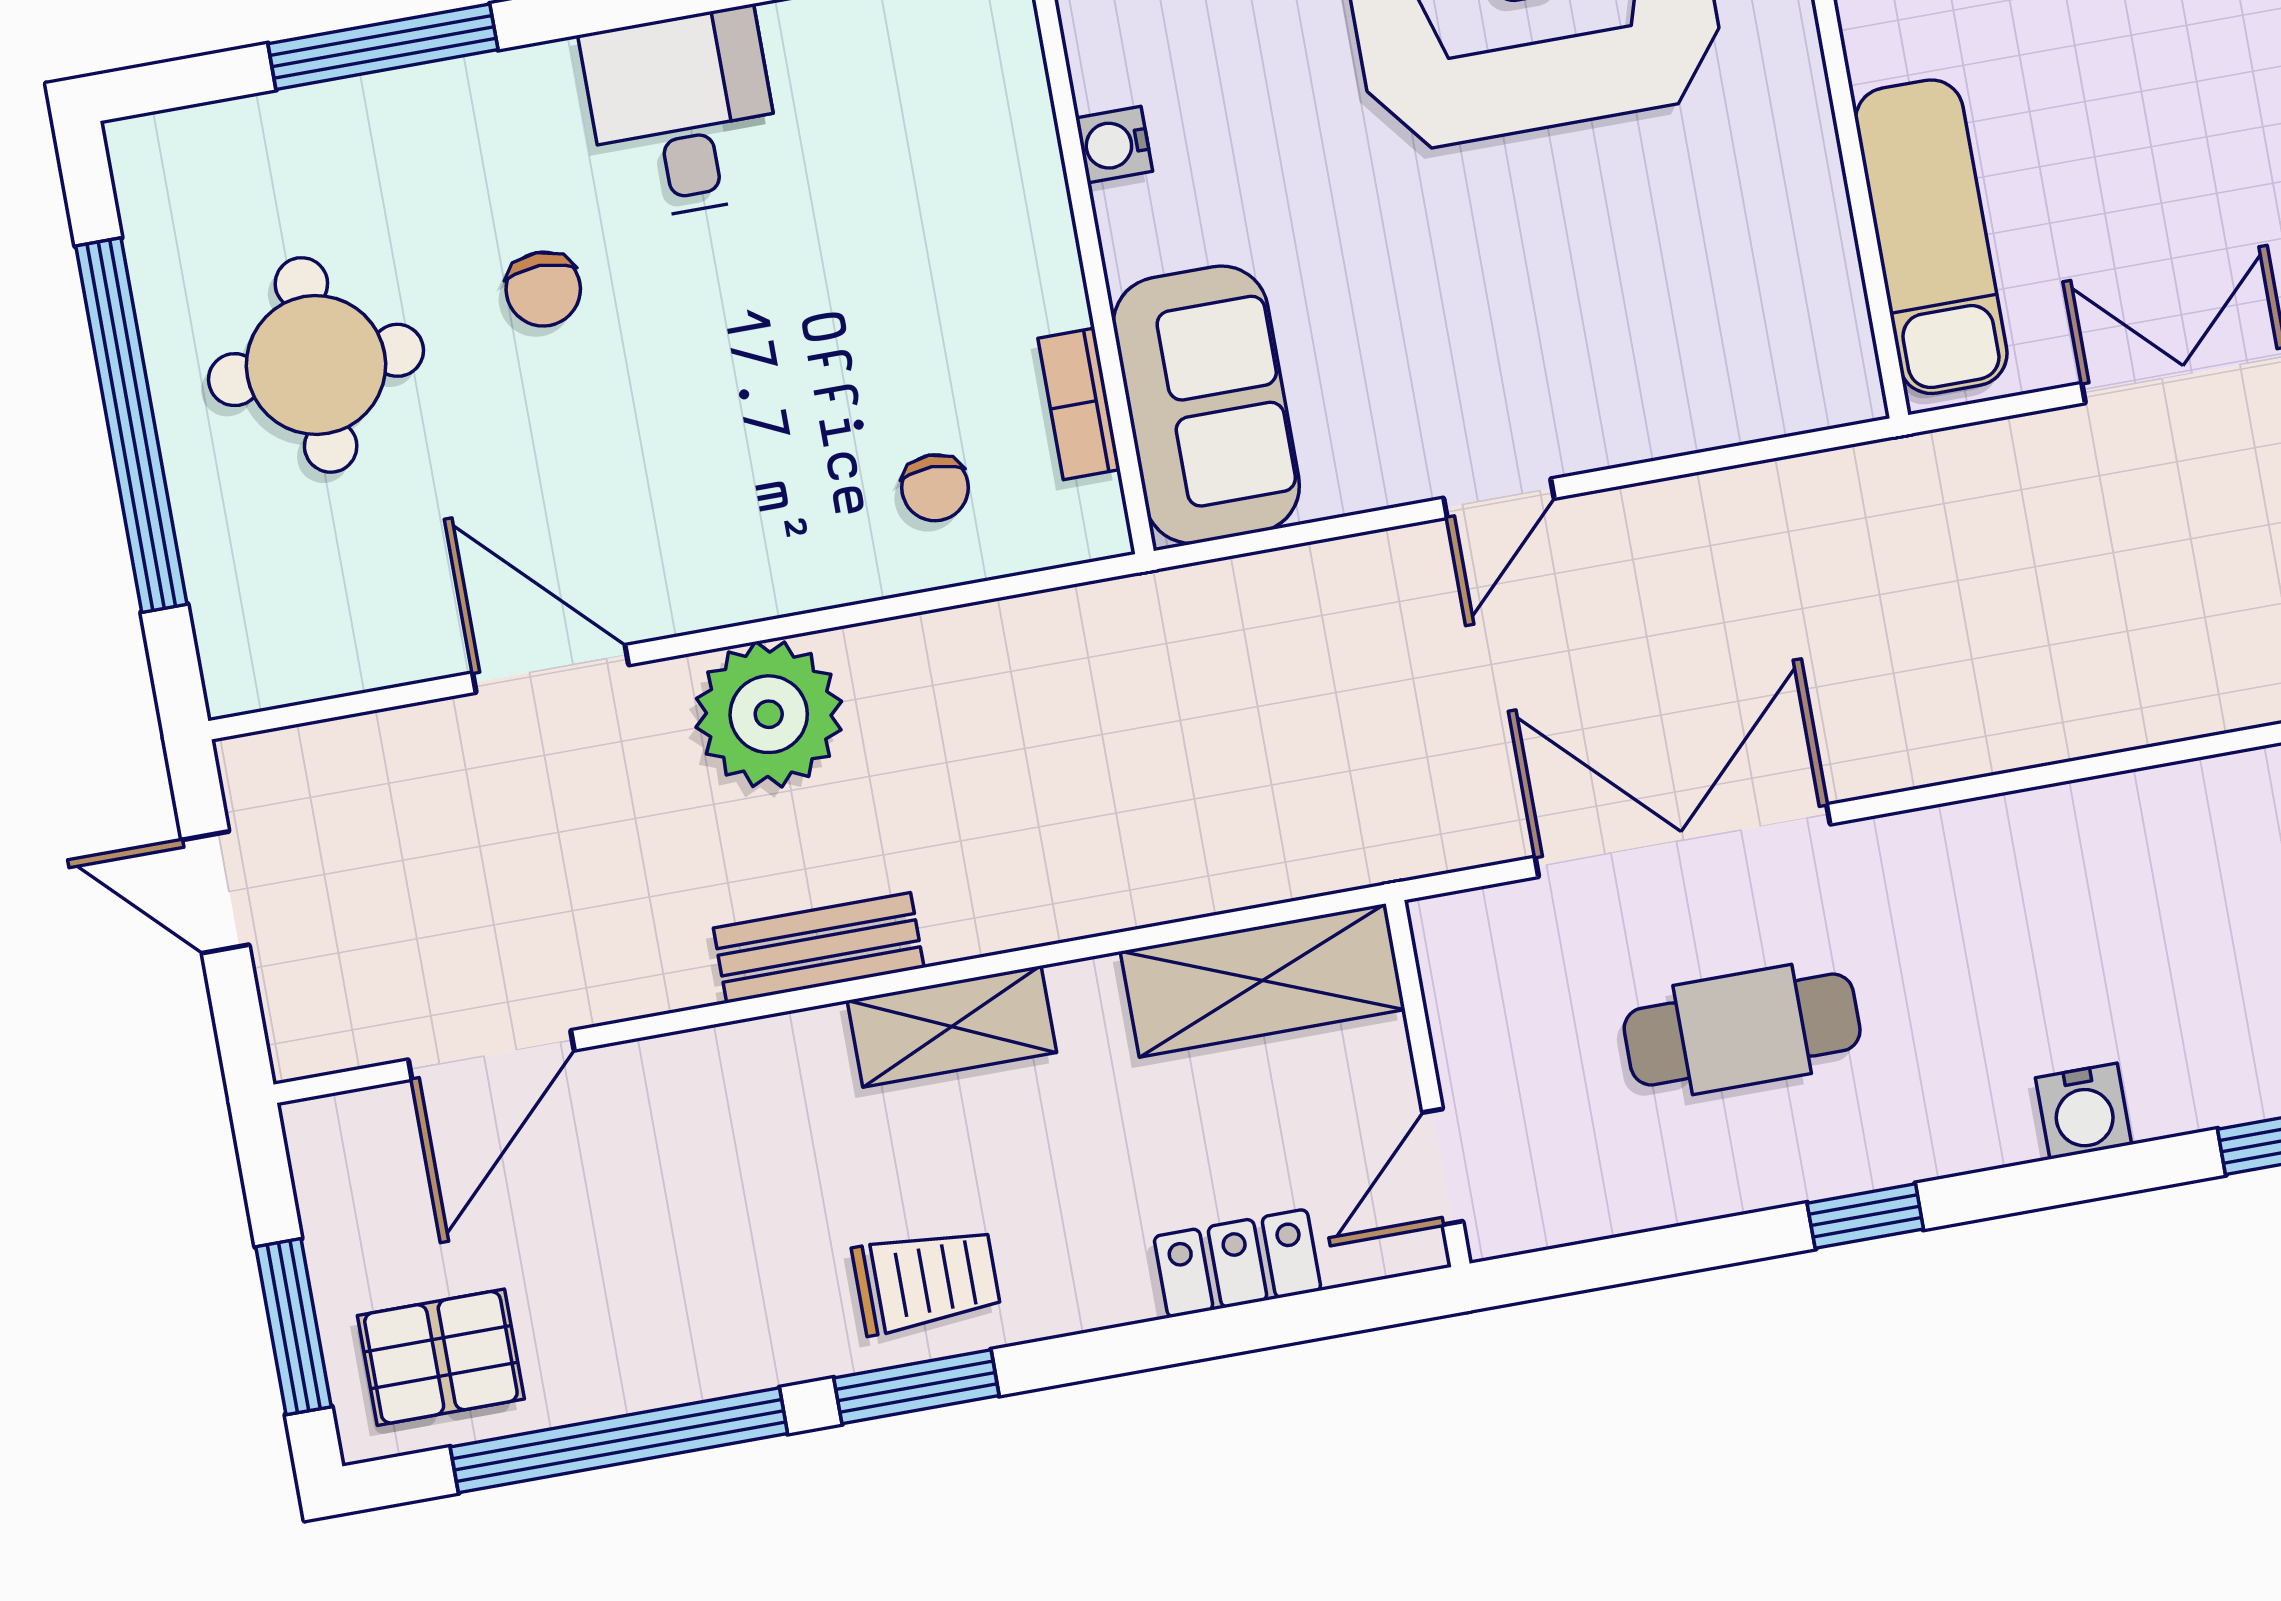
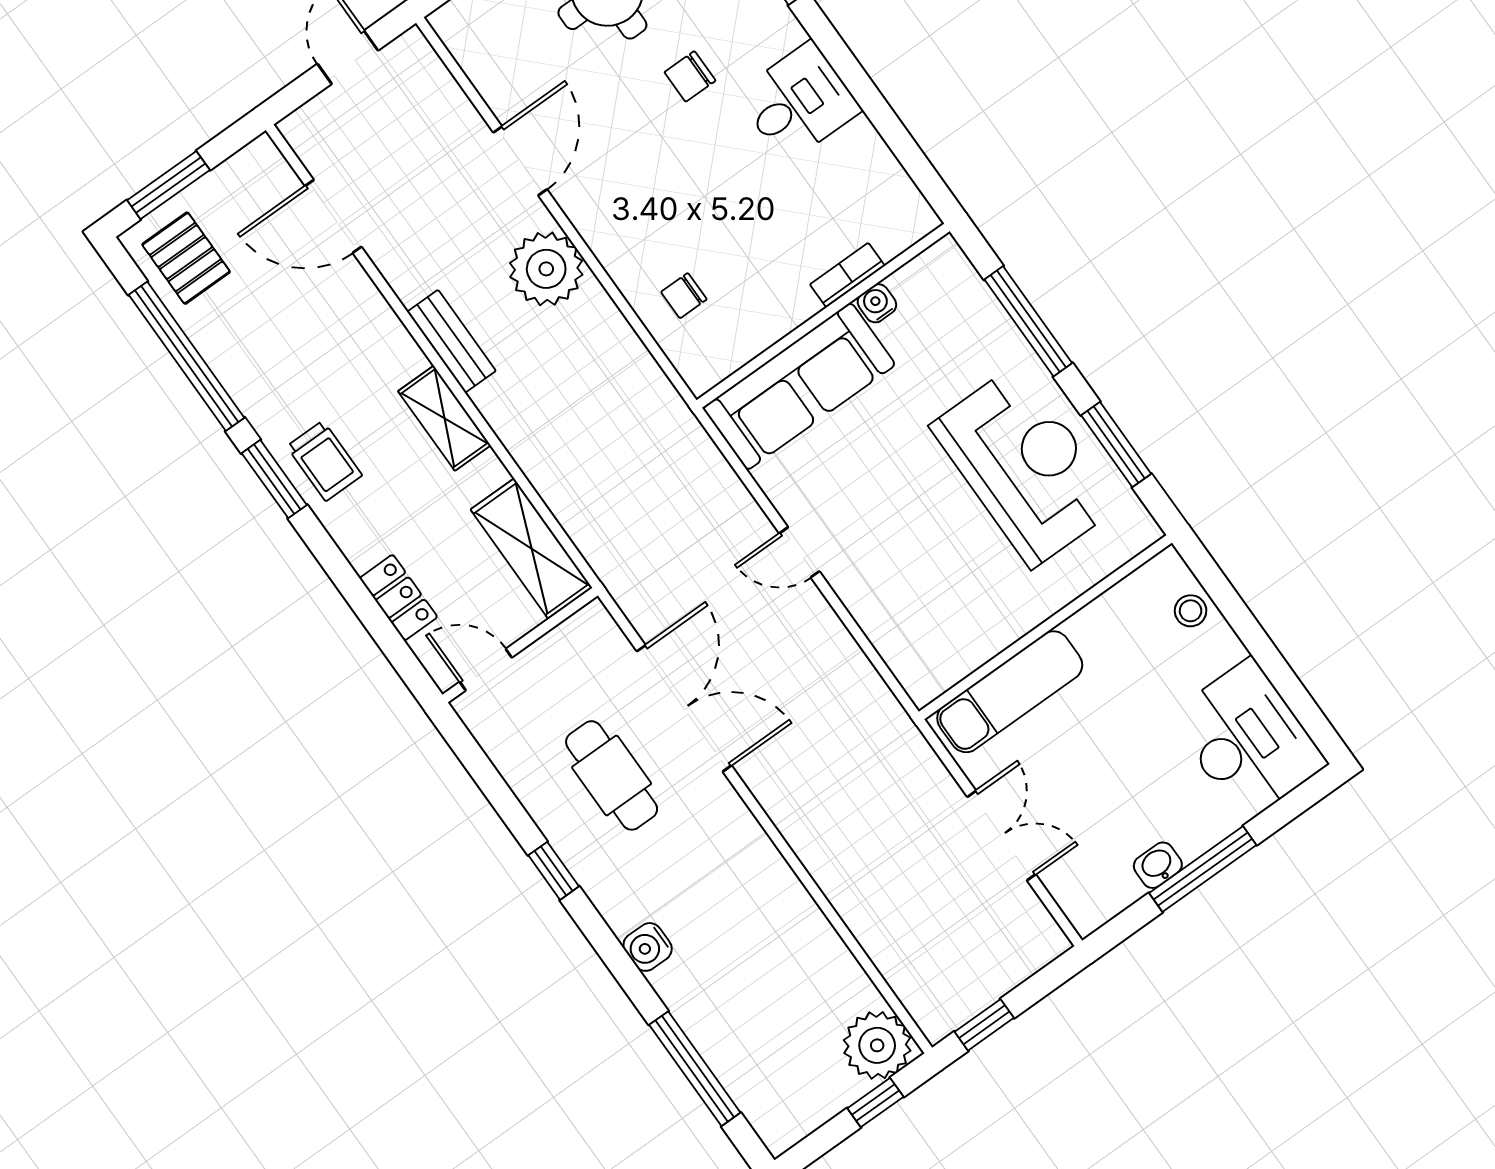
bookcase: (1079, 404) -> (847, 275), moved
sofa: (1206, 405) -> (799, 386), width x1.36

